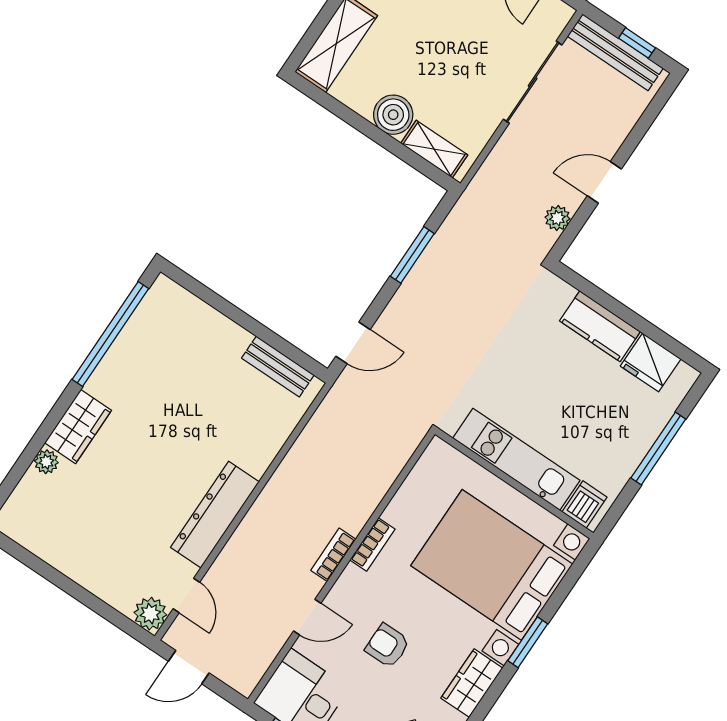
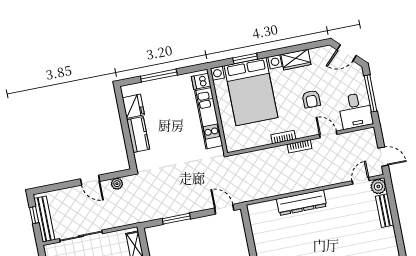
bench: (278, 367) -> (385, 211), moved
dresser: (215, 515) -> (302, 203), moved
window: (528, 642) -> (245, 59), moved

